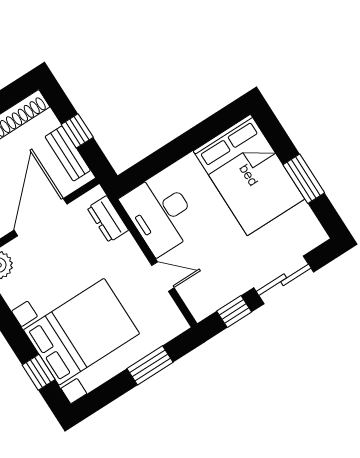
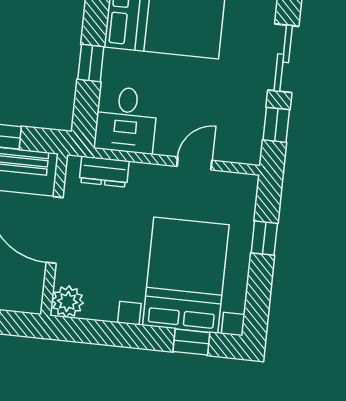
window: (175, 150) -> (91, 63), added
desk: (161, 214) -> (126, 120), width x0.73
window: (150, 365) -> (264, 238), width x0.67

